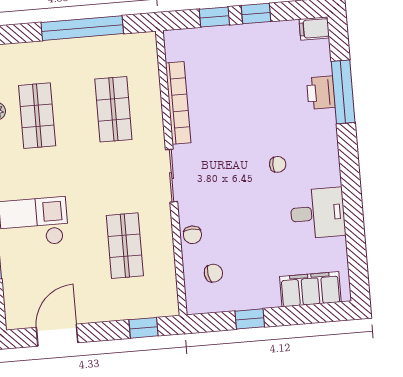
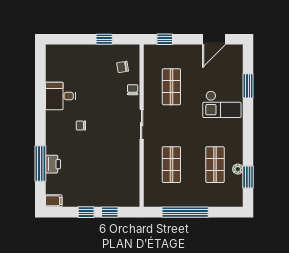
bookcase: (178, 103) -> (134, 165), removed
filing cabinet: (310, 289) -> (68, 53), removed

